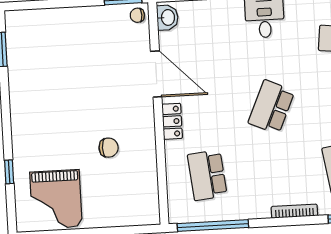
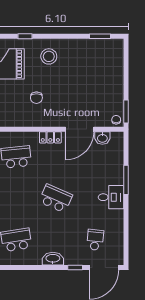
washbasin: (167, 18) -> (102, 138), moved
stool: (40, 131) -> (49, 56), added

